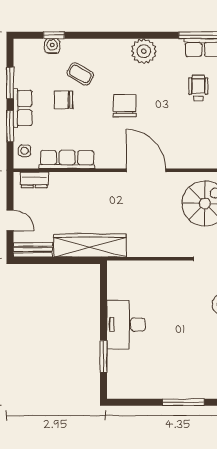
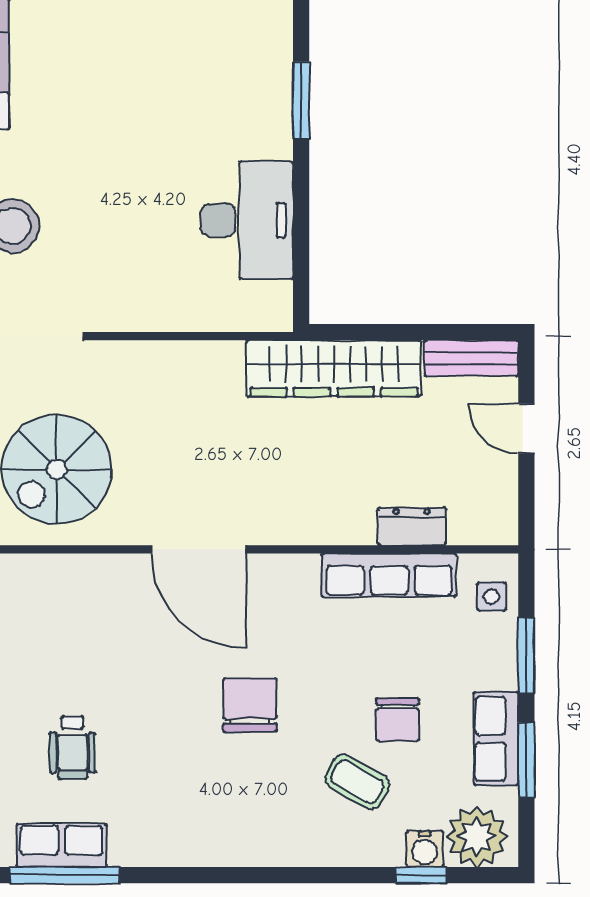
plant: (144, 51) -> (477, 837), moved
chair: (64, 100) -> (398, 720), turned 90
chair: (125, 106) -> (250, 705), turned 180
row of seats: (23, 108) -> (496, 739), moved
dresser: (34, 180) -> (412, 526), moved
desk: (126, 324) -> (247, 220), moved

